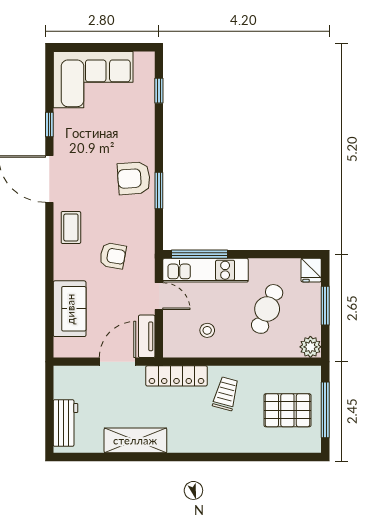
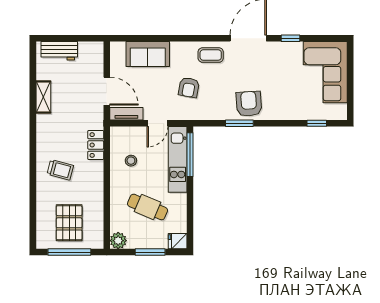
locker: (176, 376) -> (96, 145), width x0.66
trolley: (226, 394) -> (60, 170), moved
shelving: (135, 440) -> (43, 97), width x0.67, depth x0.75

